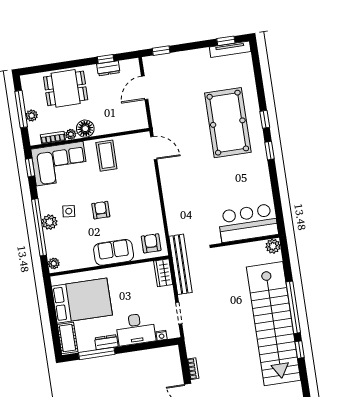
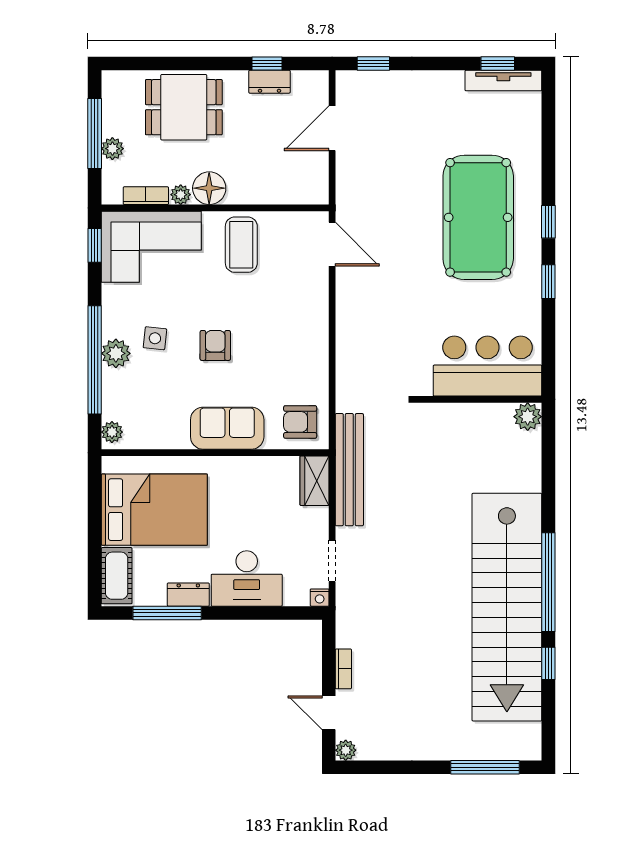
bar counter: (248, 223) -> (488, 366), moved
wall: (246, 241) -> (478, 399), moved
armchair: (151, 243) -> (300, 422), turned -90
plant: (273, 246) -> (528, 417), moved
nightstand: (161, 335) -> (320, 598), moved

